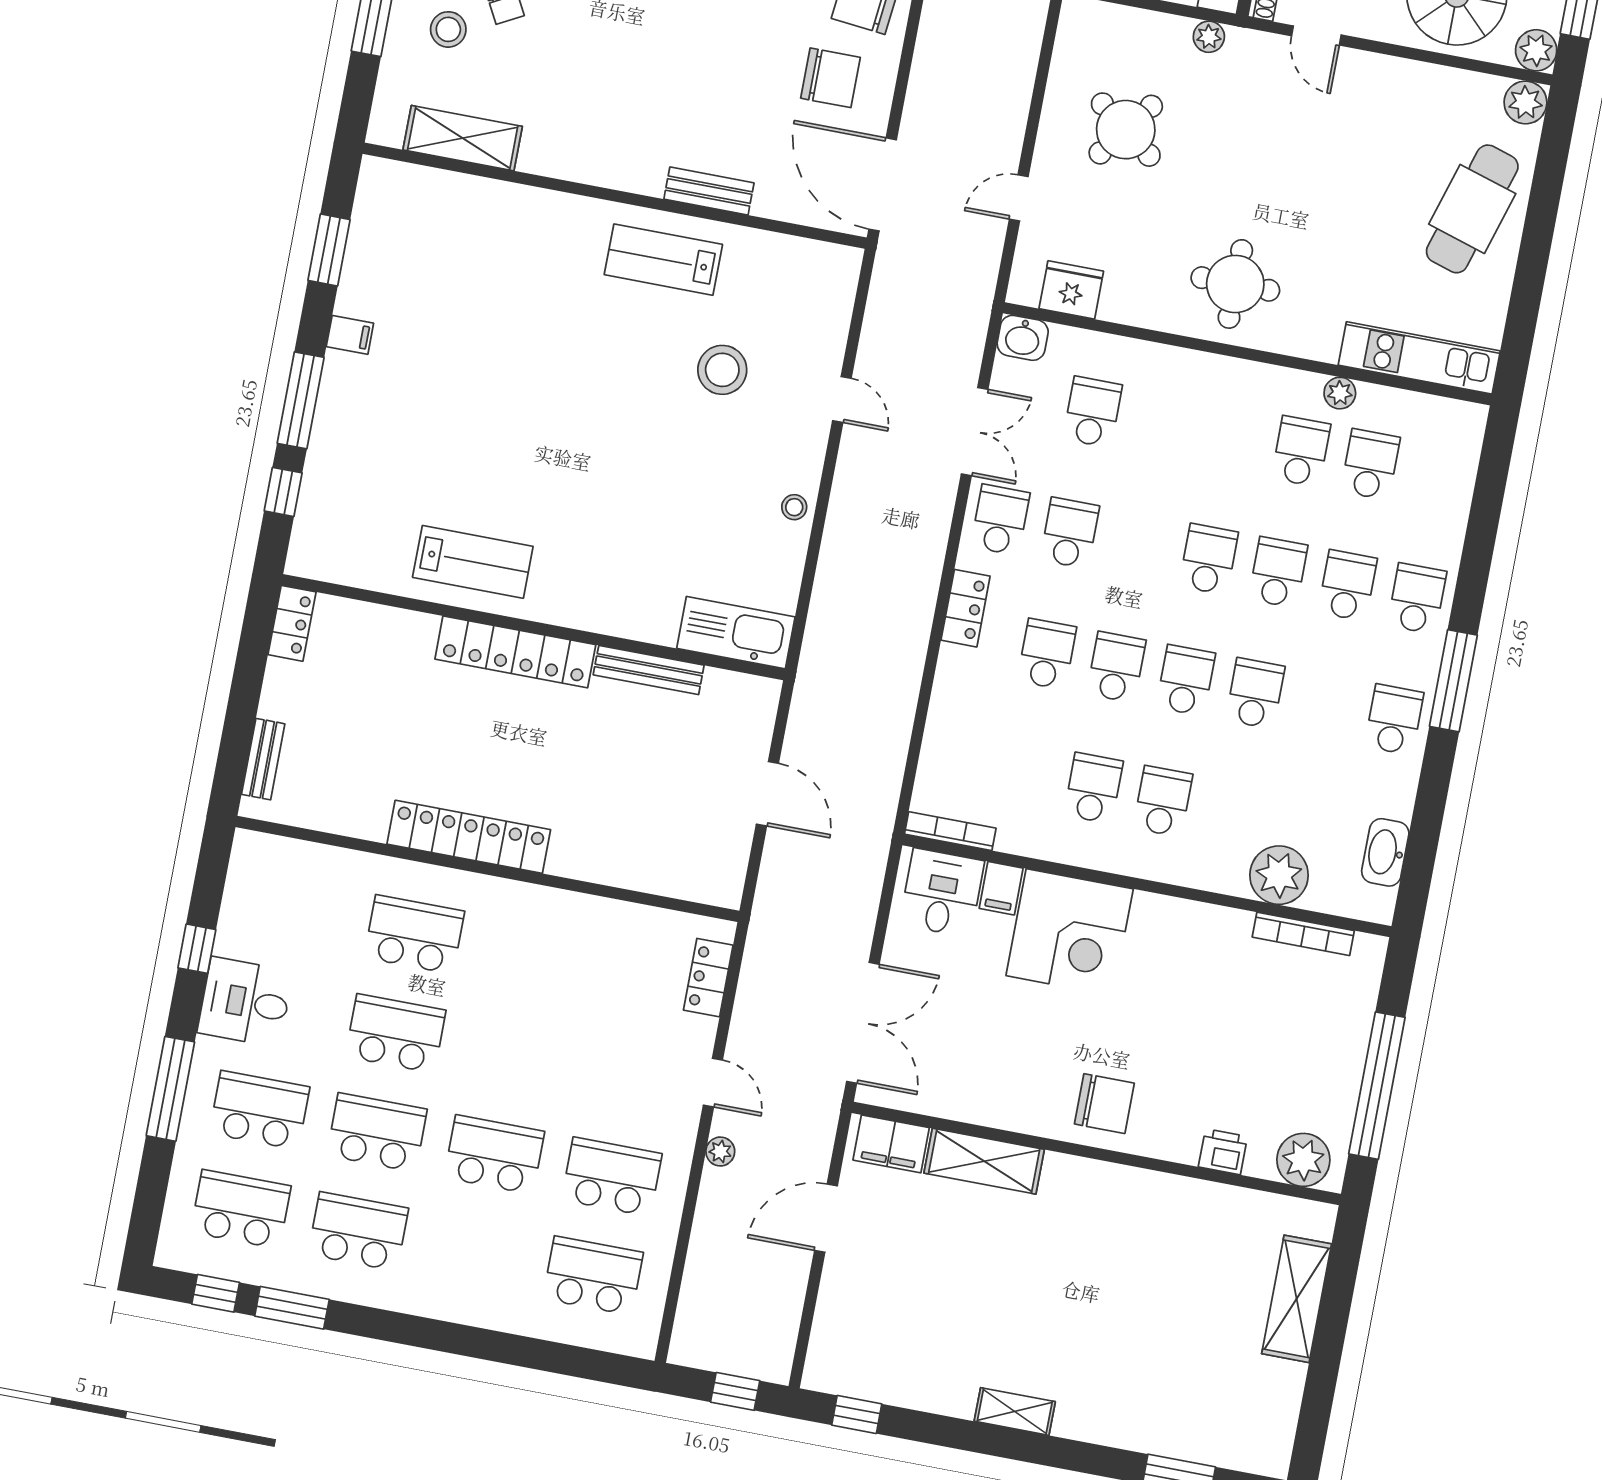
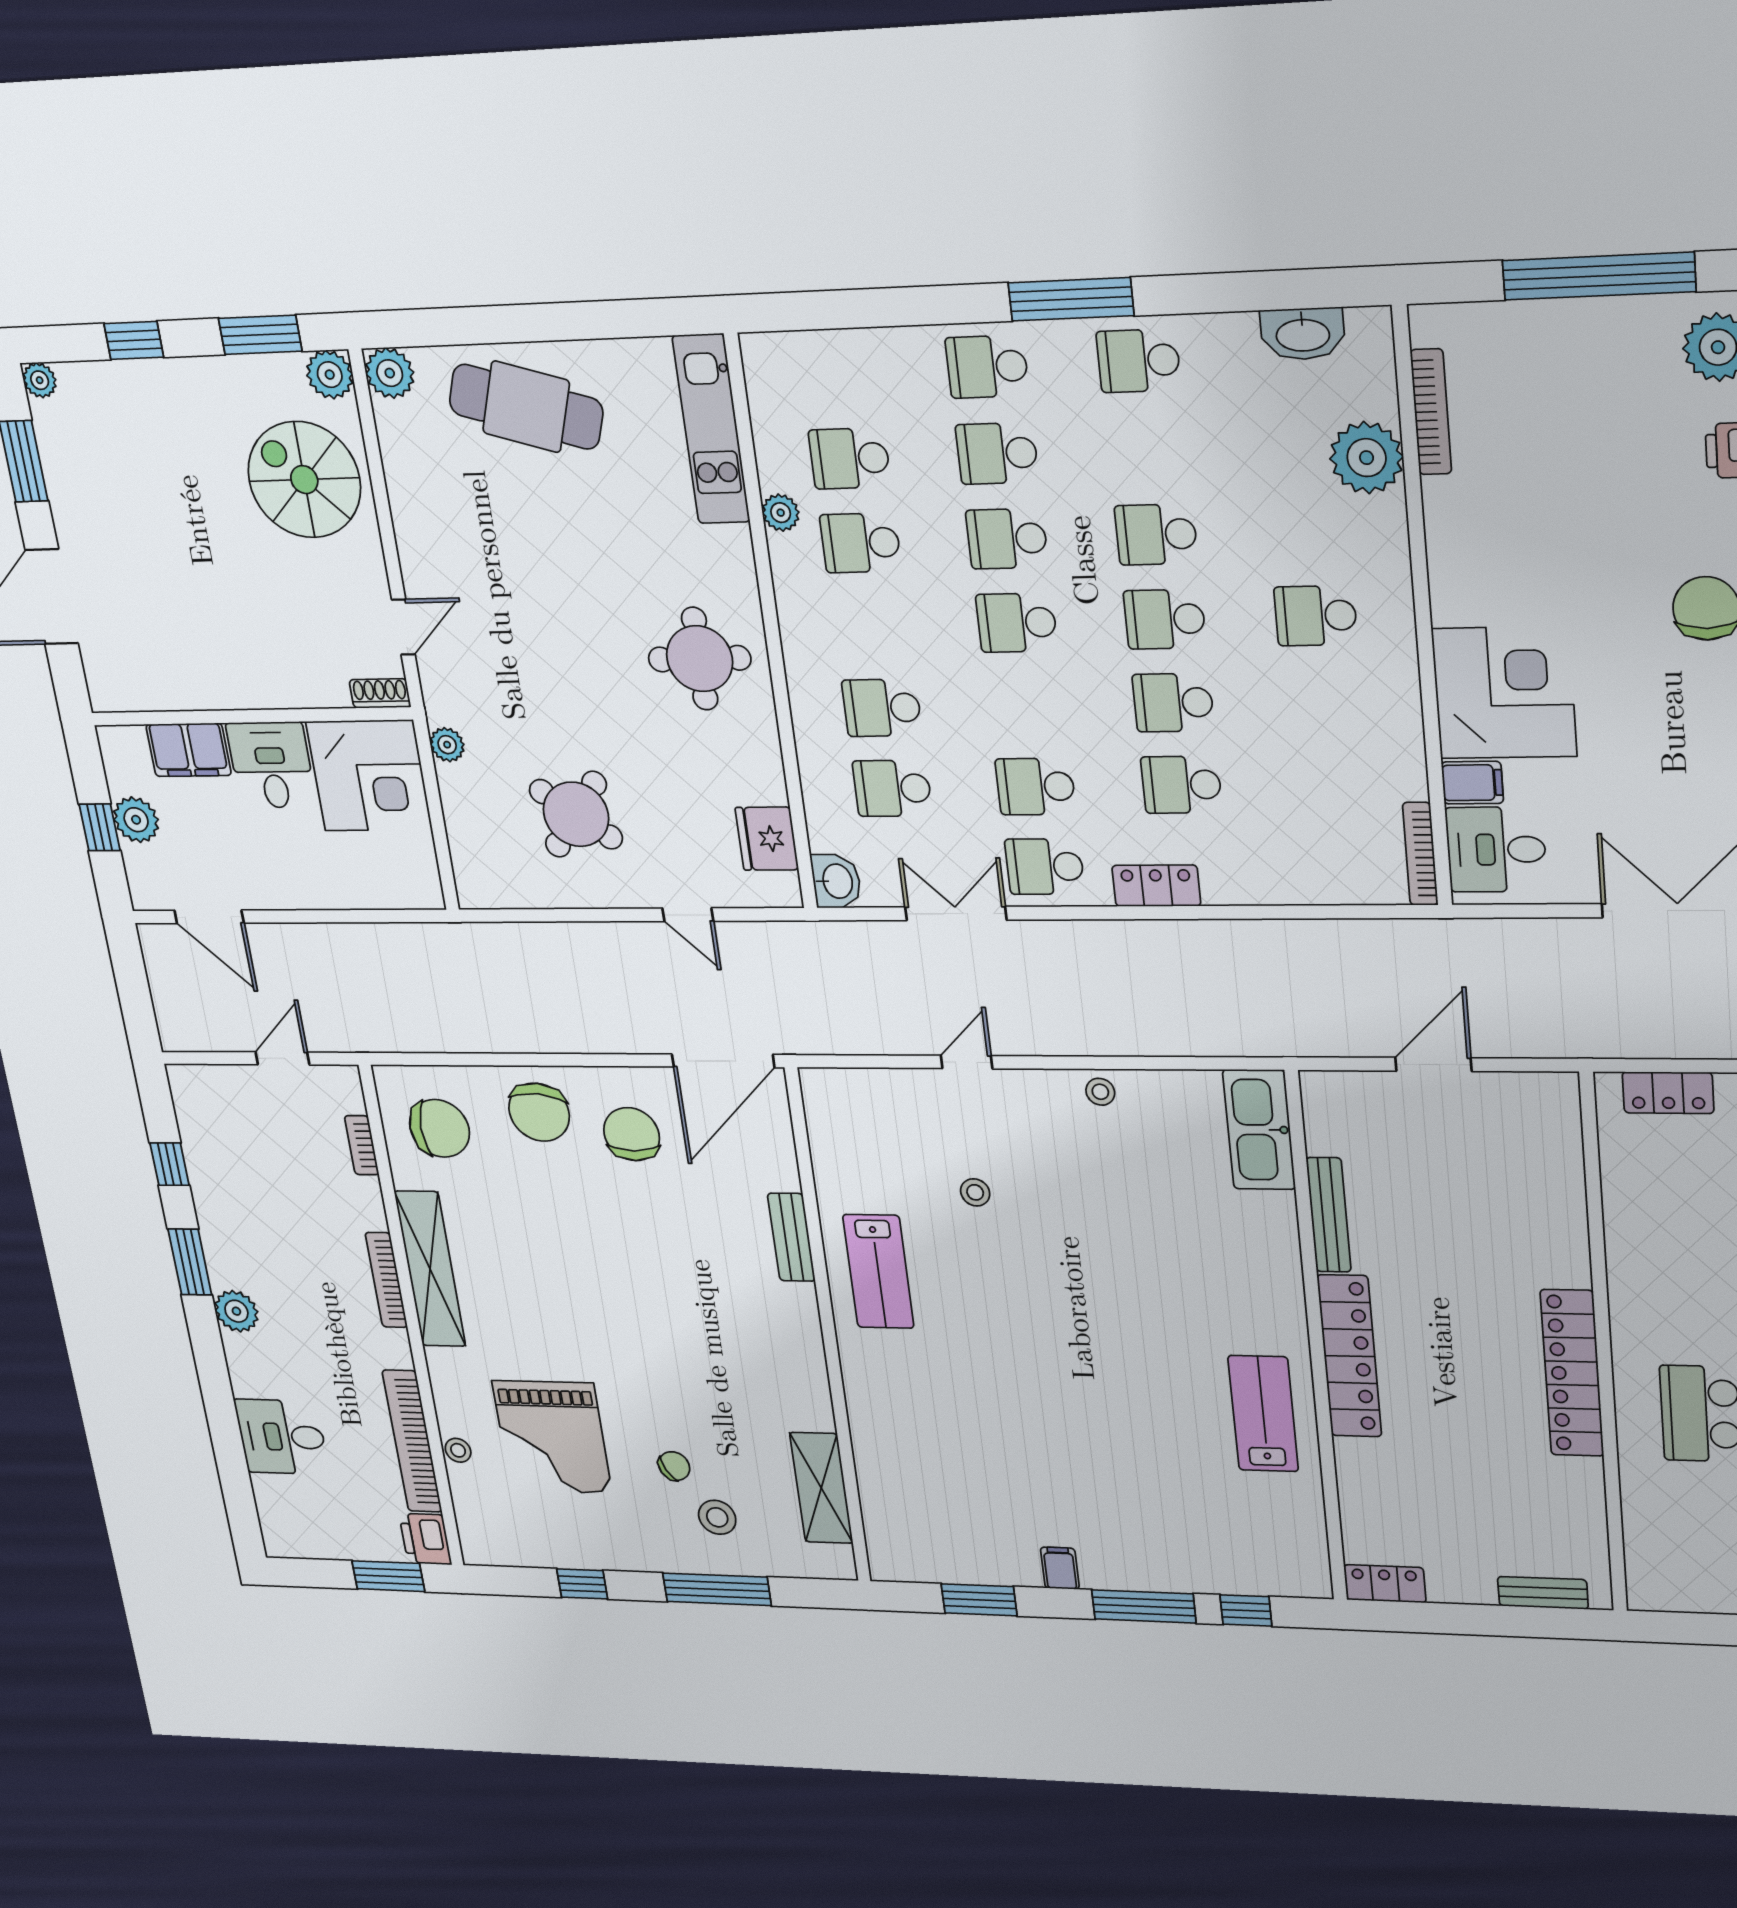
stool: (722, 370) -> (975, 1192), width x0.53, depth x0.53
school desk: (1093, 788) -> (882, 708), moved

